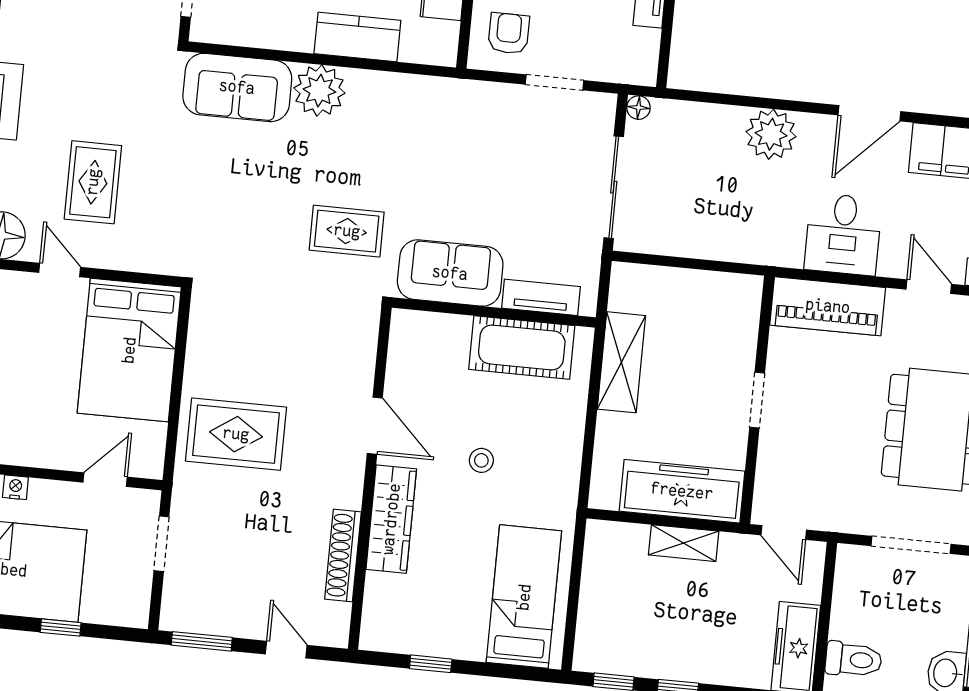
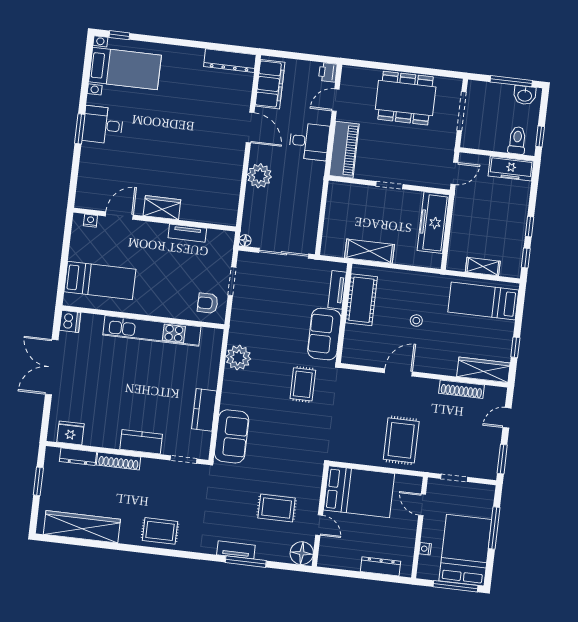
kitchen counter: (357, 37) -> (204, 410), moved
plant: (319, 91) -> (238, 358), moved
door: (60, 270) -> (319, 525), swing flipped
wardrobe: (391, 519) -> (483, 370), moved
shelving: (684, 543) -> (483, 267), moved, turned 90
window: (61, 627) -> (494, 528), width x2.17

